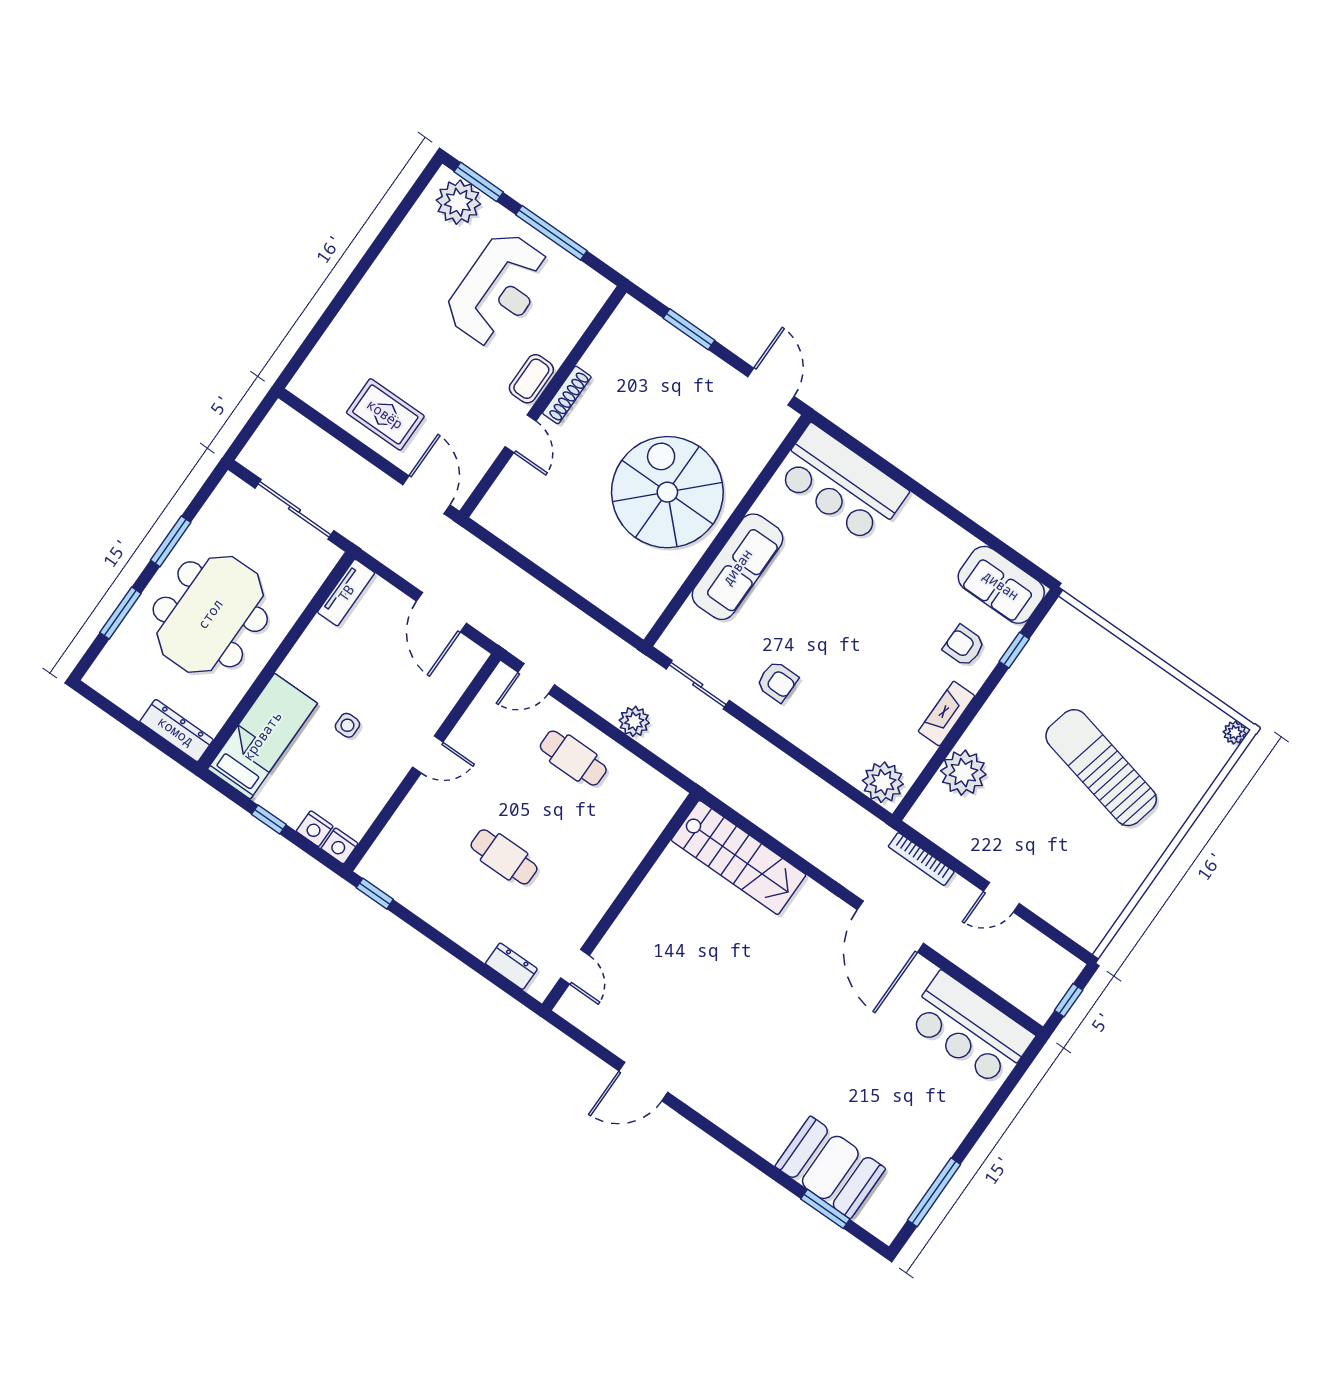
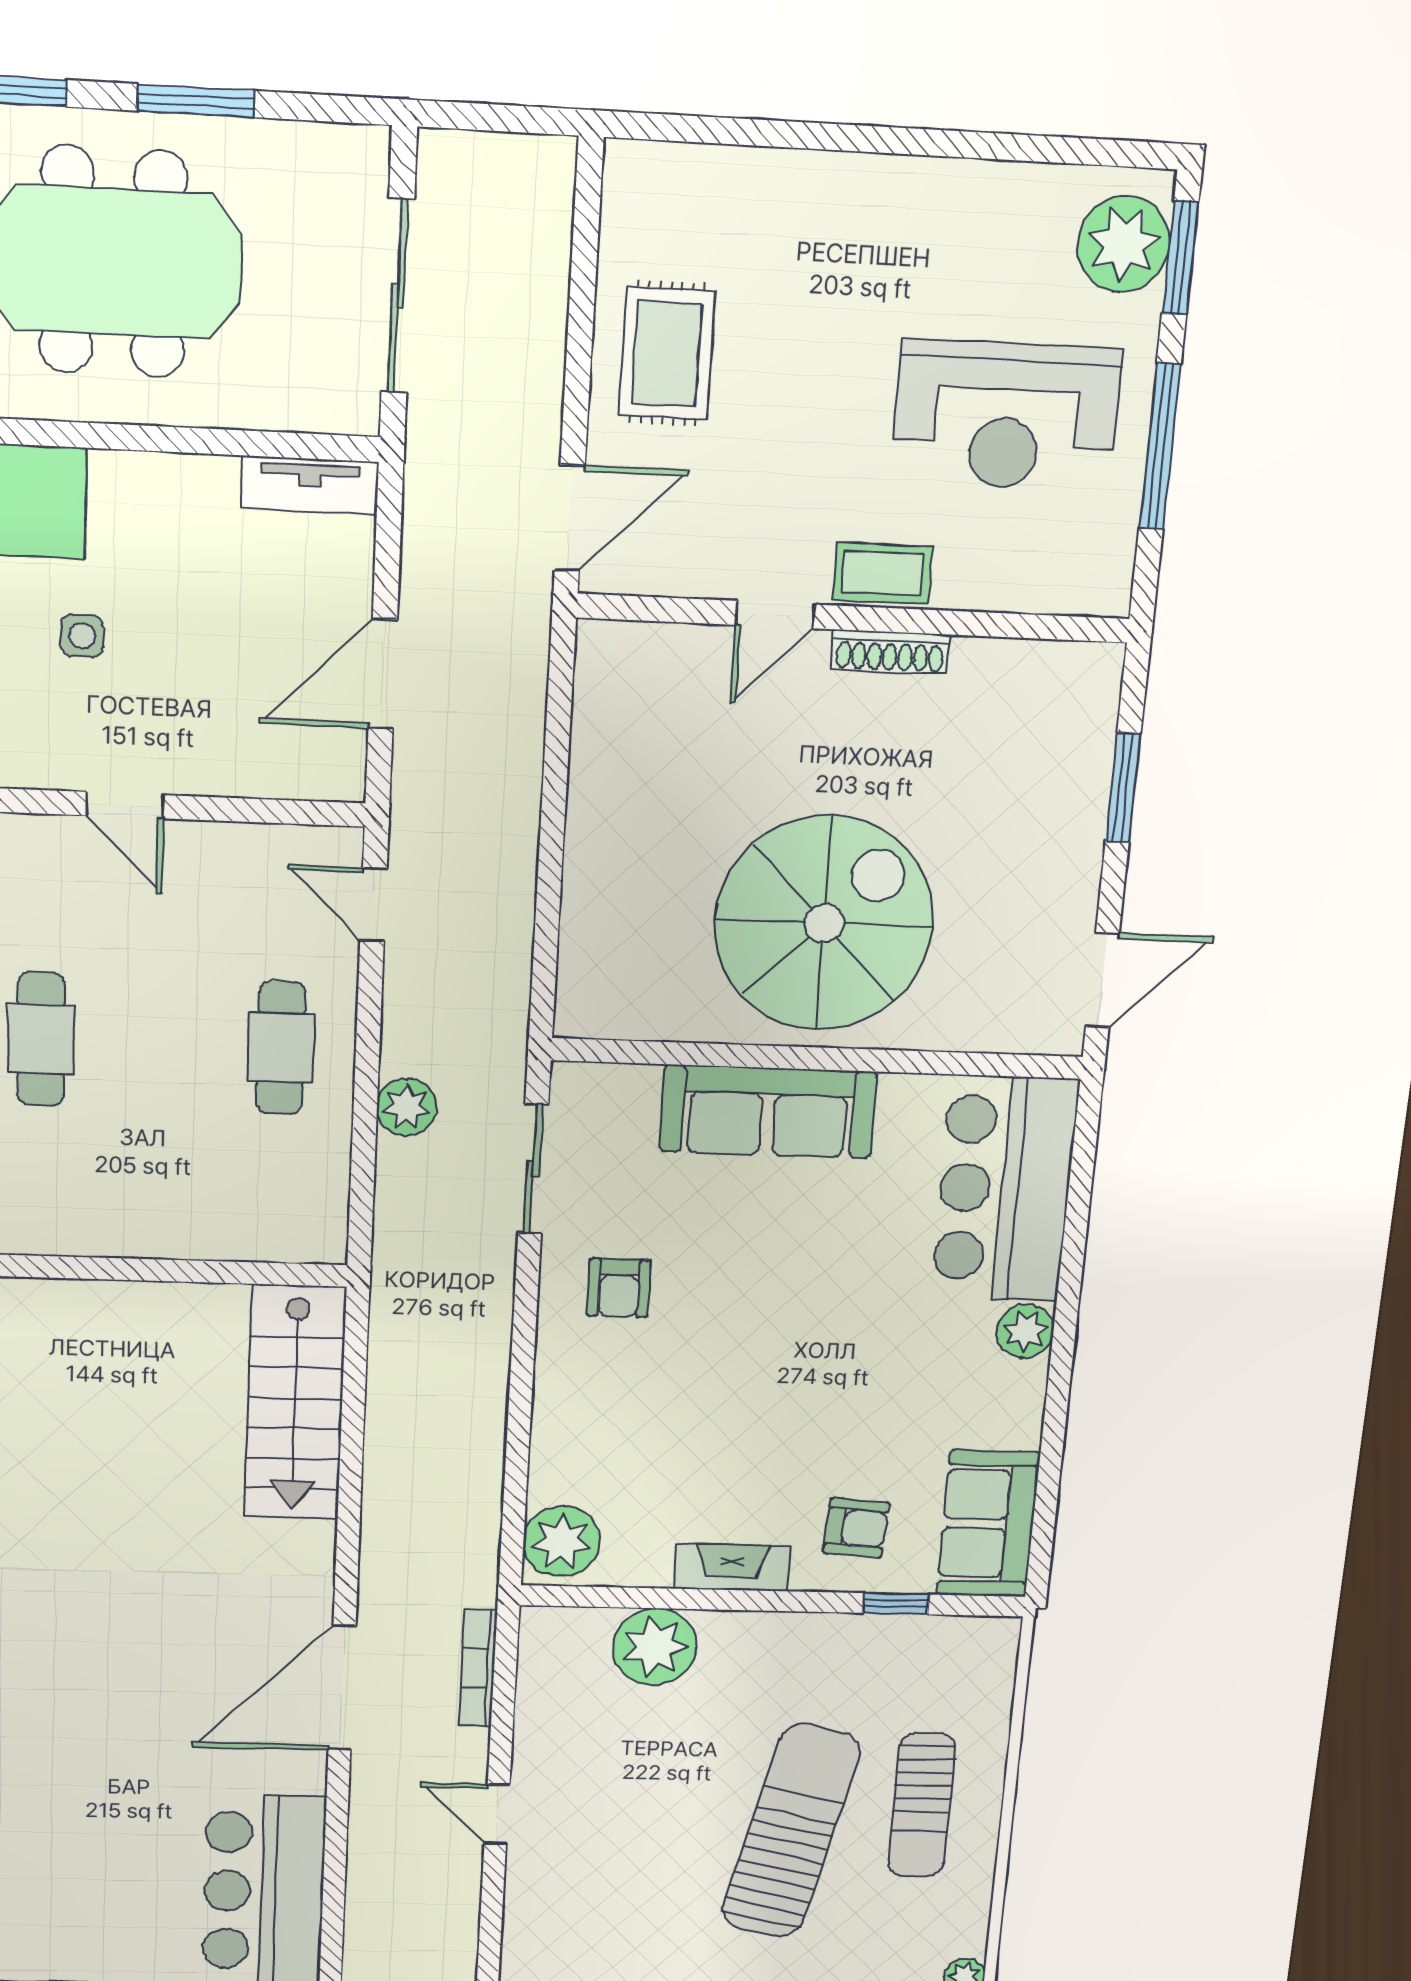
plant: (916, 514) -> (1025, 1331), added
armchair: (964, 646) -> (856, 1528), turned 94
sun lounger: (1128, 699) -> (922, 1805), added

